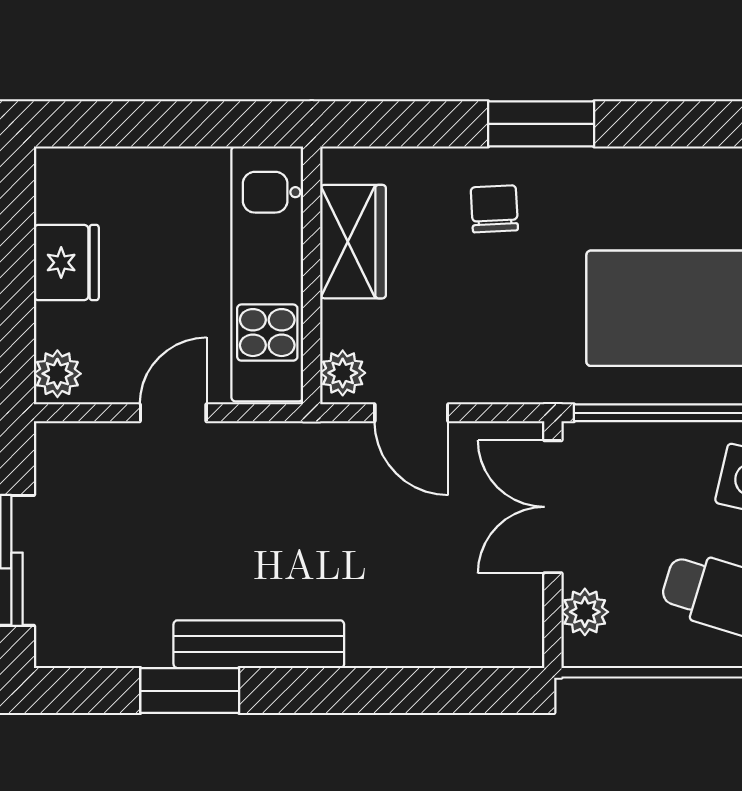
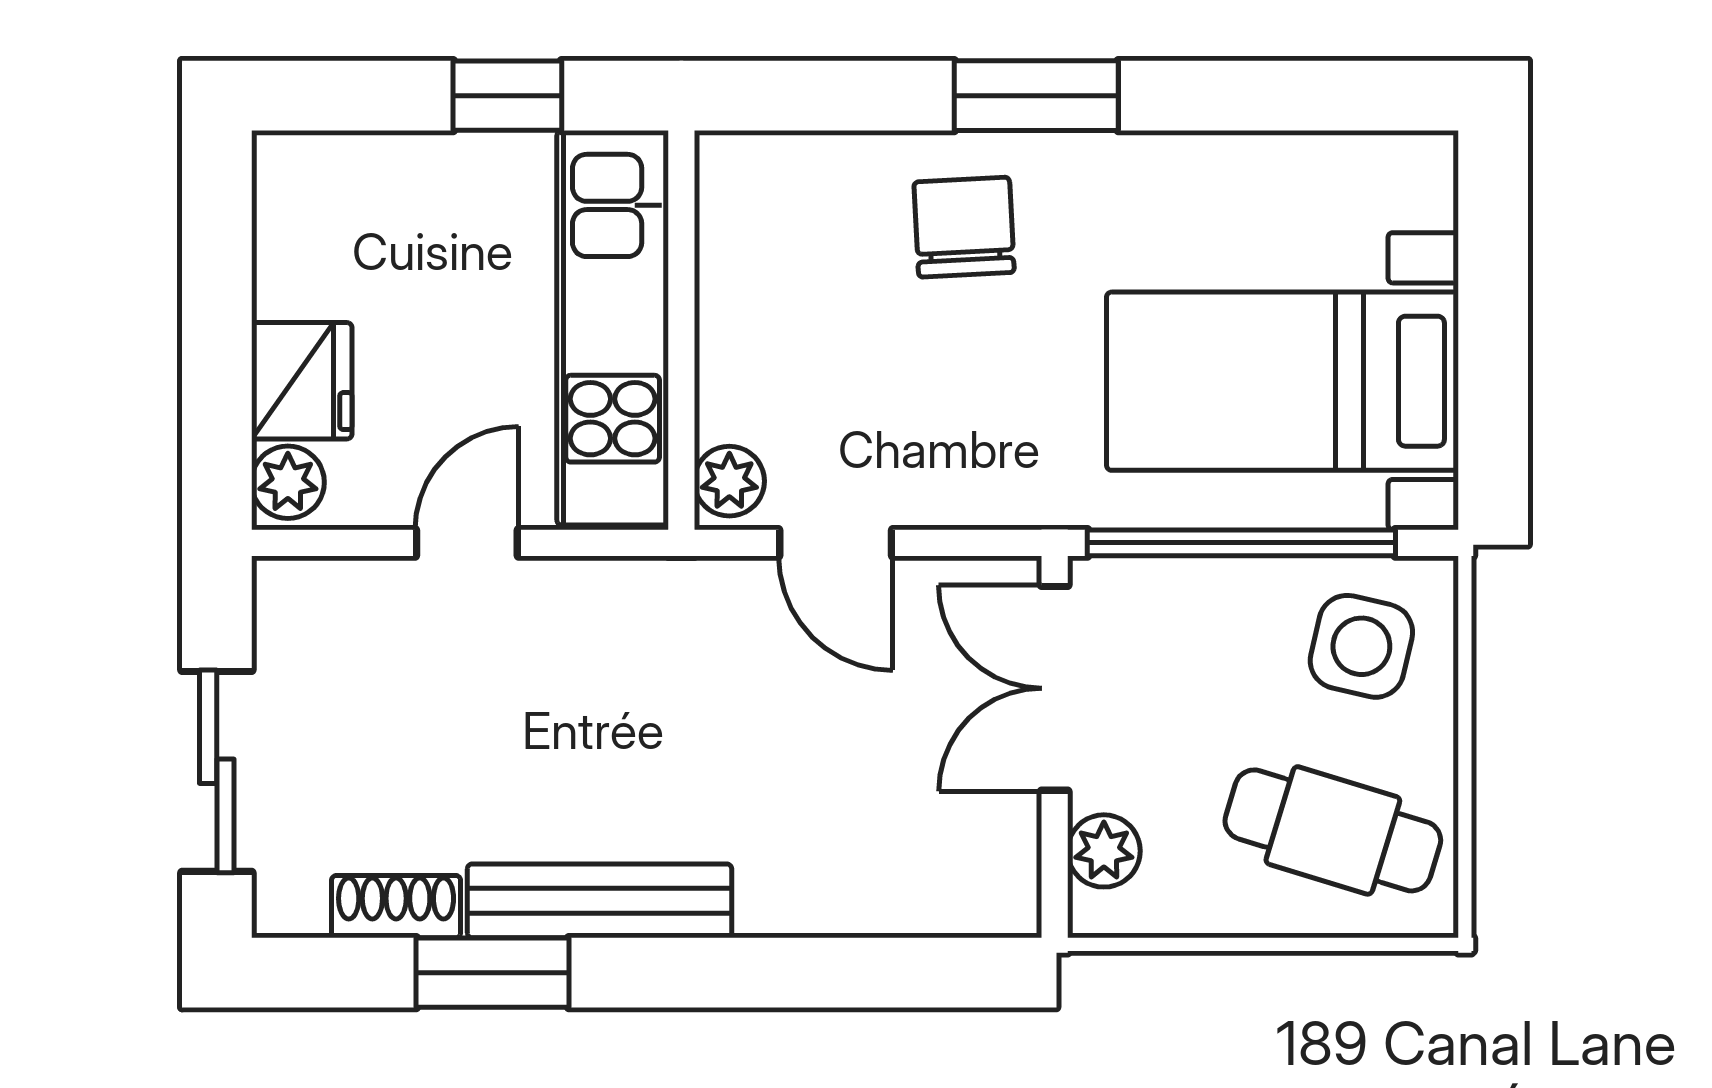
window: (199, 124) -> (507, 96), added
chair: (494, 209) -> (964, 227), width x1.37, depth x1.37
wardrobe: (353, 242) -> (745, 278), removed
fridge: (66, 263) -> (302, 381), moved
shoe rack: (127, 648) -> (396, 907), added

